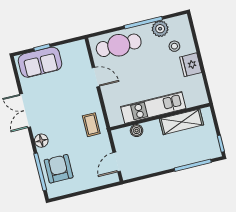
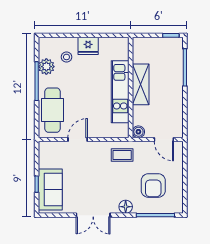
shelving: (182, 122) -> (141, 84), moved
boiler: (137, 131) -> (138, 132), moved
armchair: (59, 169) -> (153, 186), moved, turned -90

